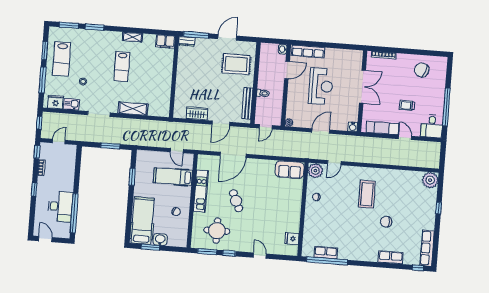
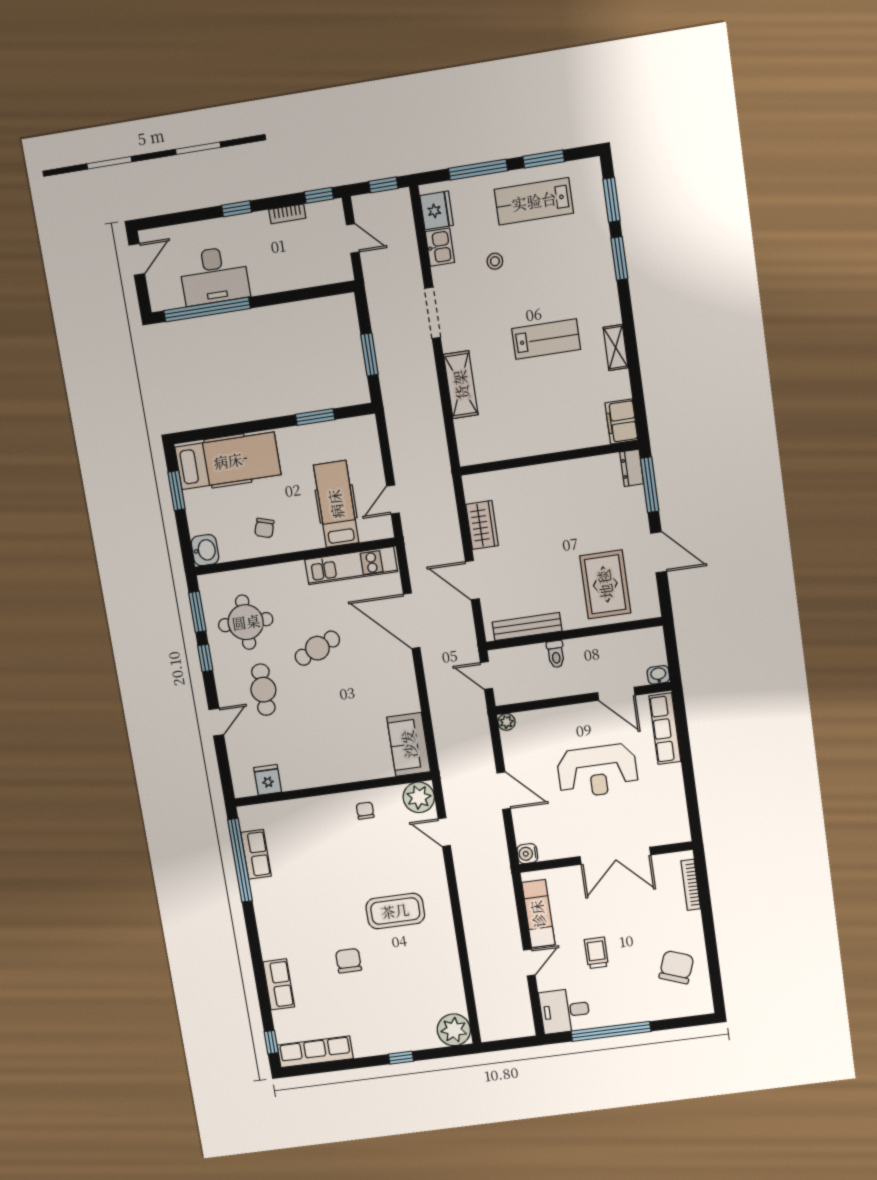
lab bench: (122, 67) -> (546, 339), turned 180
kitchen unit: (201, 191) -> (351, 566), moved
cafe table: (250, 230) -> (263, 690), added
washbasin: (160, 240) -> (205, 550), moved

